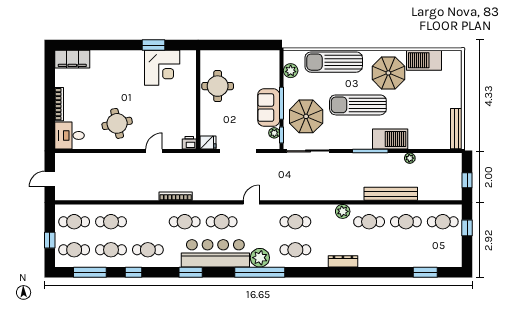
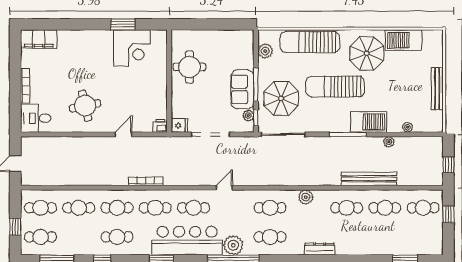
bench: (456, 129) -> (437, 89), moved
plant: (428, 144) -> (408, 127), added
plant: (343, 211) -> (306, 197), moved
cafe table: (111, 250) -> (117, 208), moved

